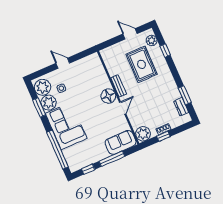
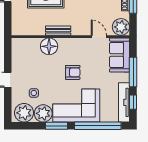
floor lamp: (108, 96) -> (49, 46), moved
window: (39, 107) -> (56, 126), moved
door: (123, 108) -> (99, 37), moved
armchair: (91, 112) -> (73, 72), added
tv unit: (85, 162) -> (124, 102), added

